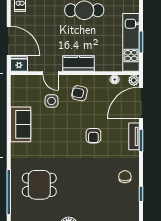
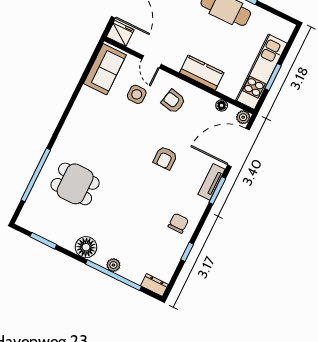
kitchen counter: (78, 63) -> (202, 73), moved
sofa: (21, 124) -> (105, 69), moved

